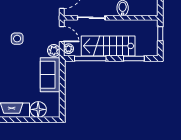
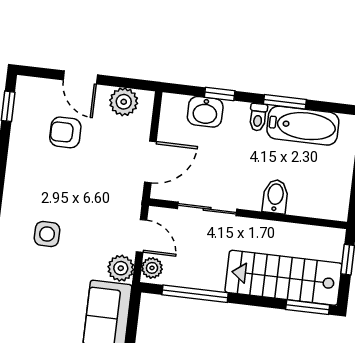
stairs: (108, 46) -> (283, 278), moved
window: (134, 58) -> (308, 307), moved

